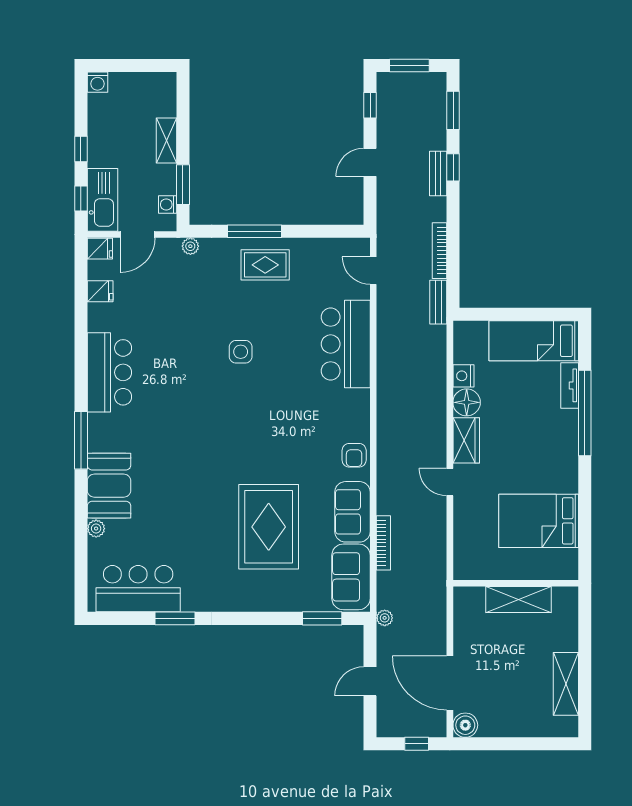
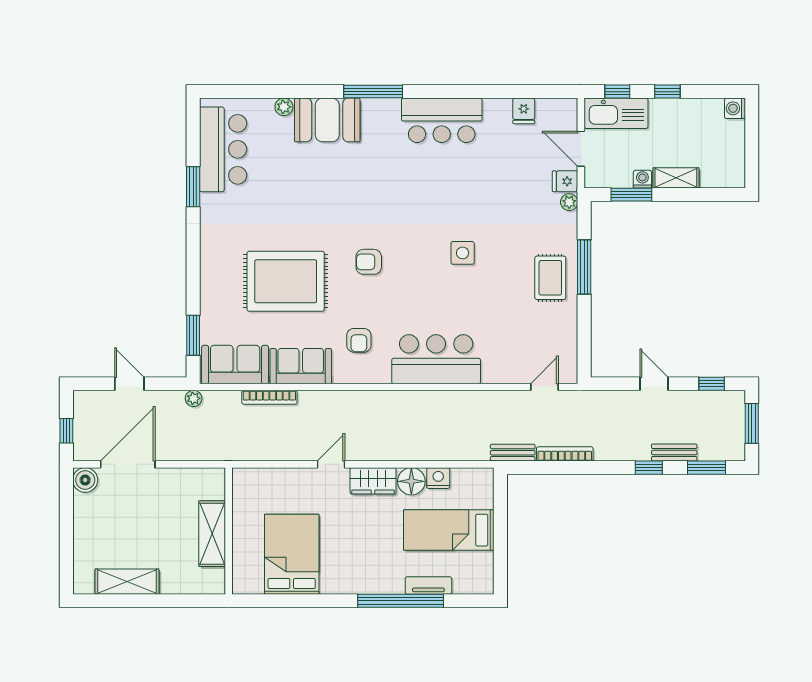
bench: (438, 173) -> (674, 452), moved
washing machine: (168, 205) -> (642, 179), moved
fridge: (100, 249) -> (565, 181), moved, turned 90
bed: (534, 341) -> (449, 530), moved, turned -90
bar counter: (346, 344) -> (436, 359), moved
armchair: (249, 445) -> (369, 262), added
armchair: (354, 455) -> (359, 340), moved, turned -90

